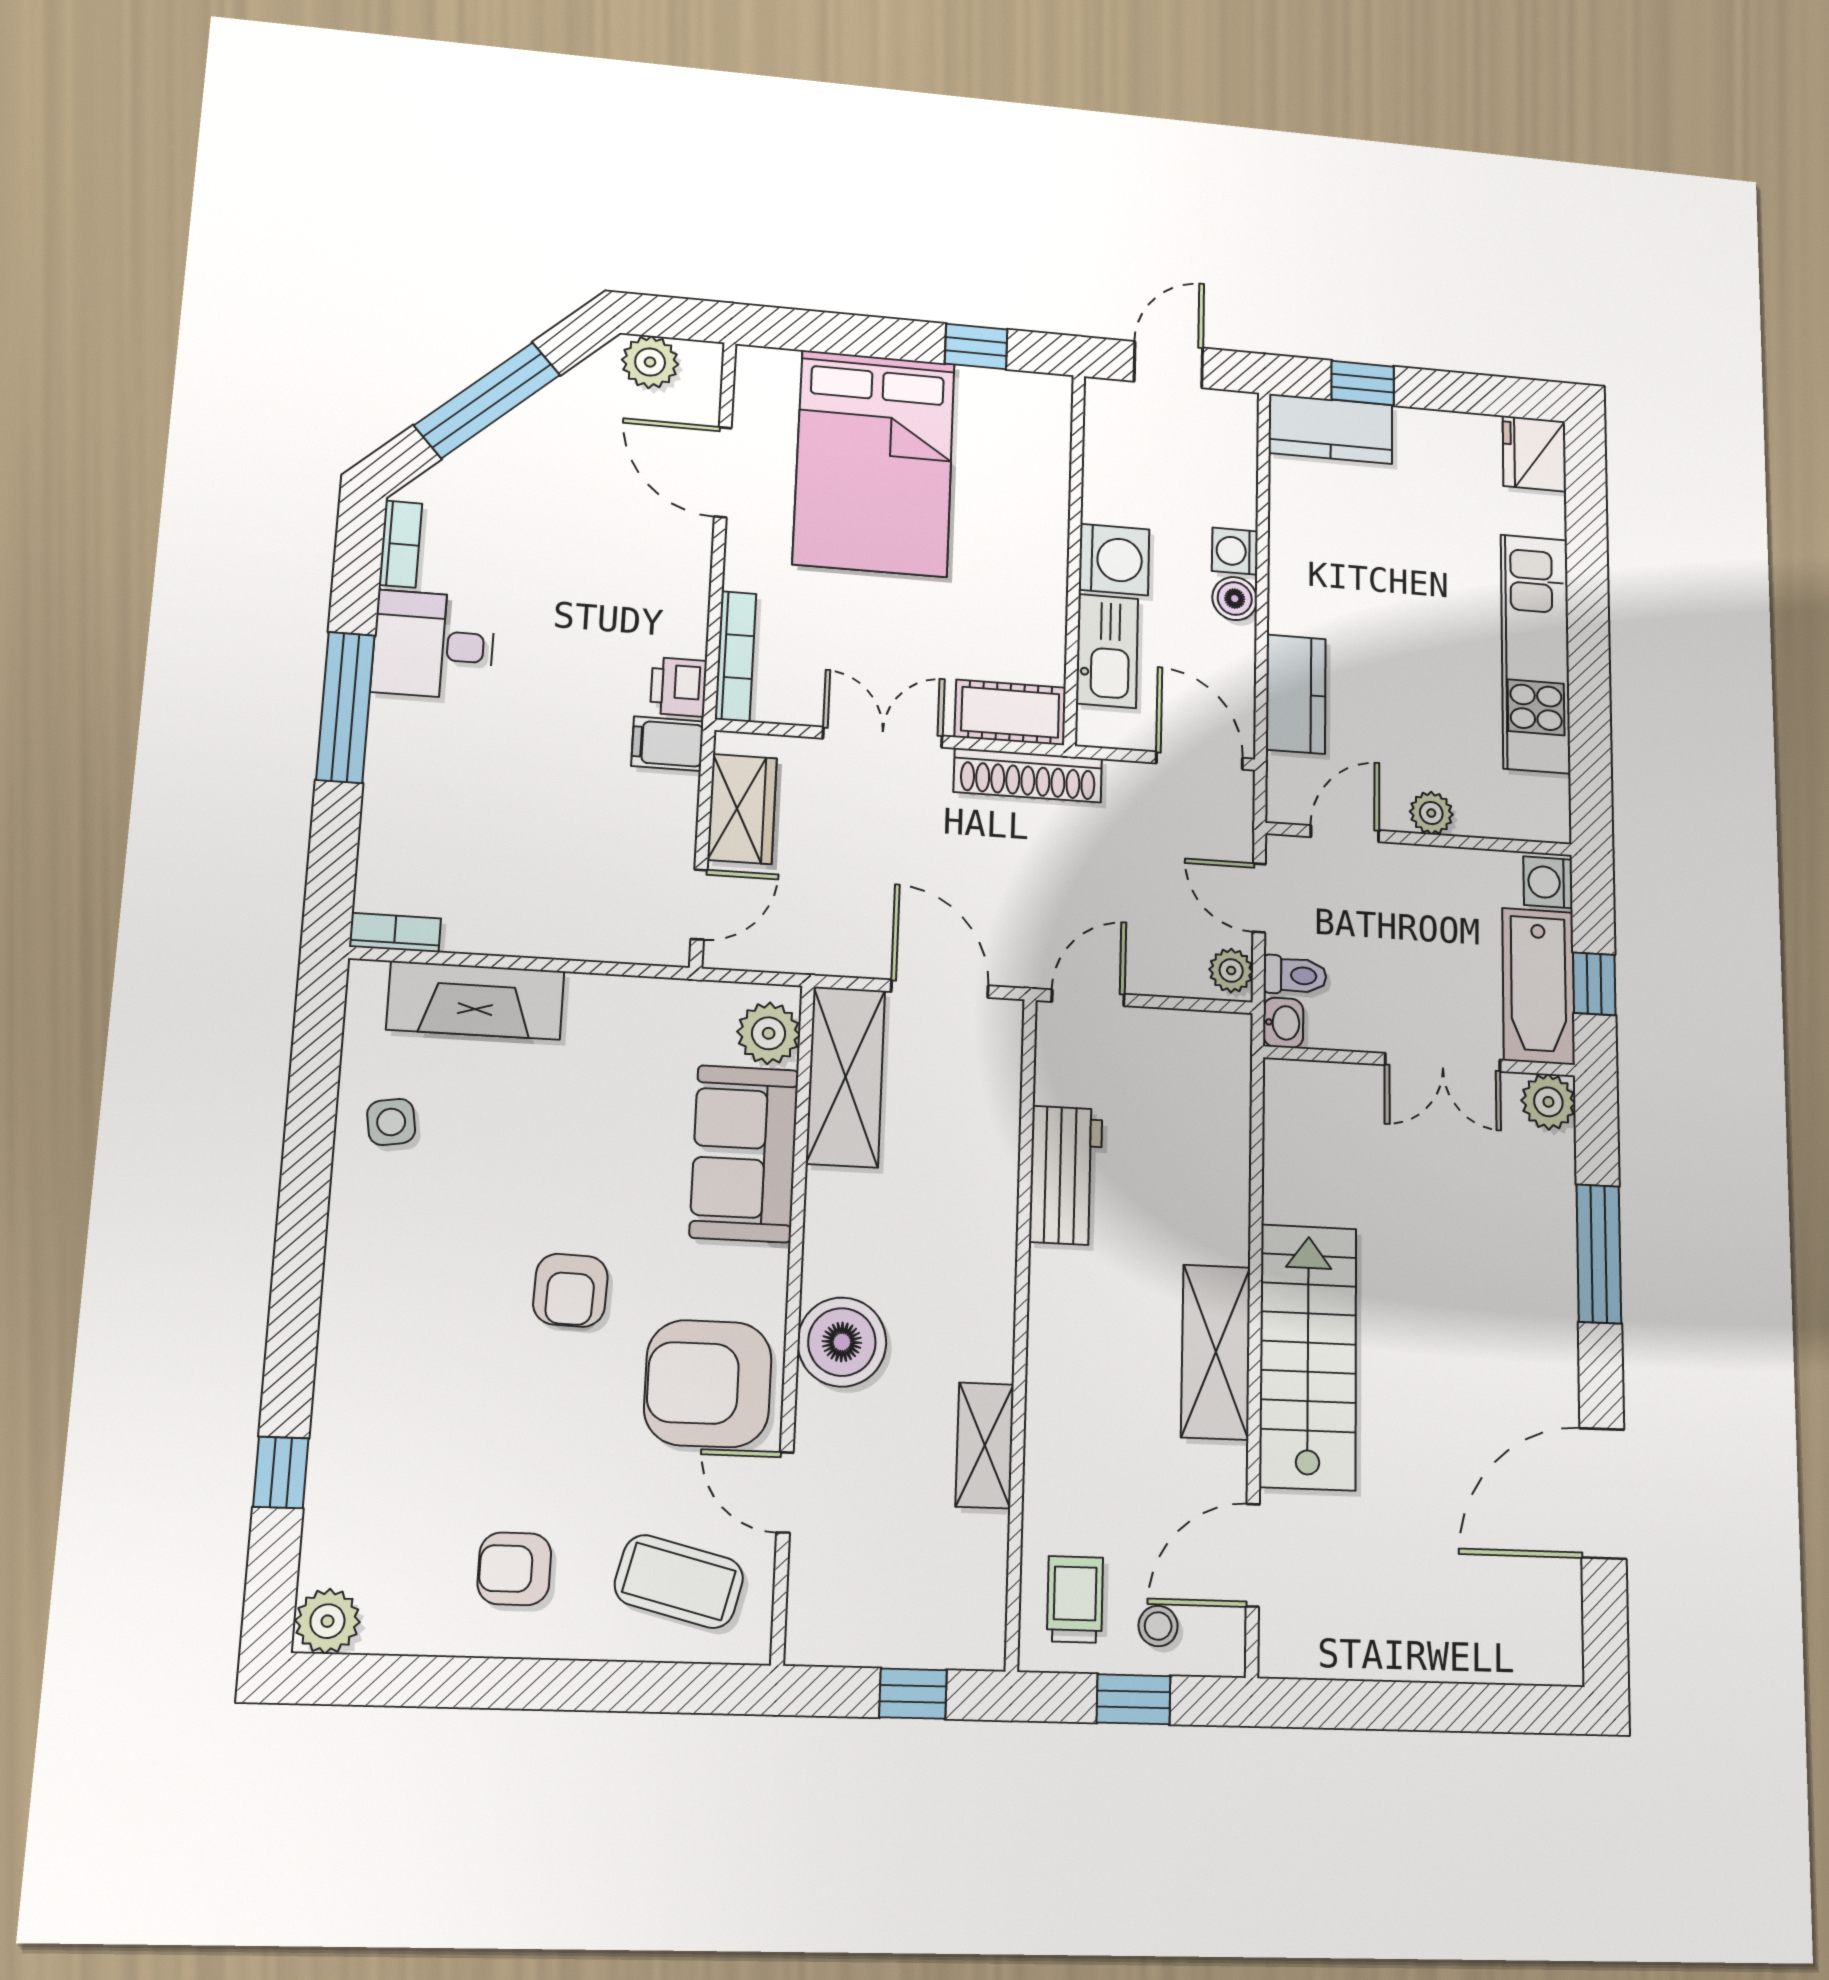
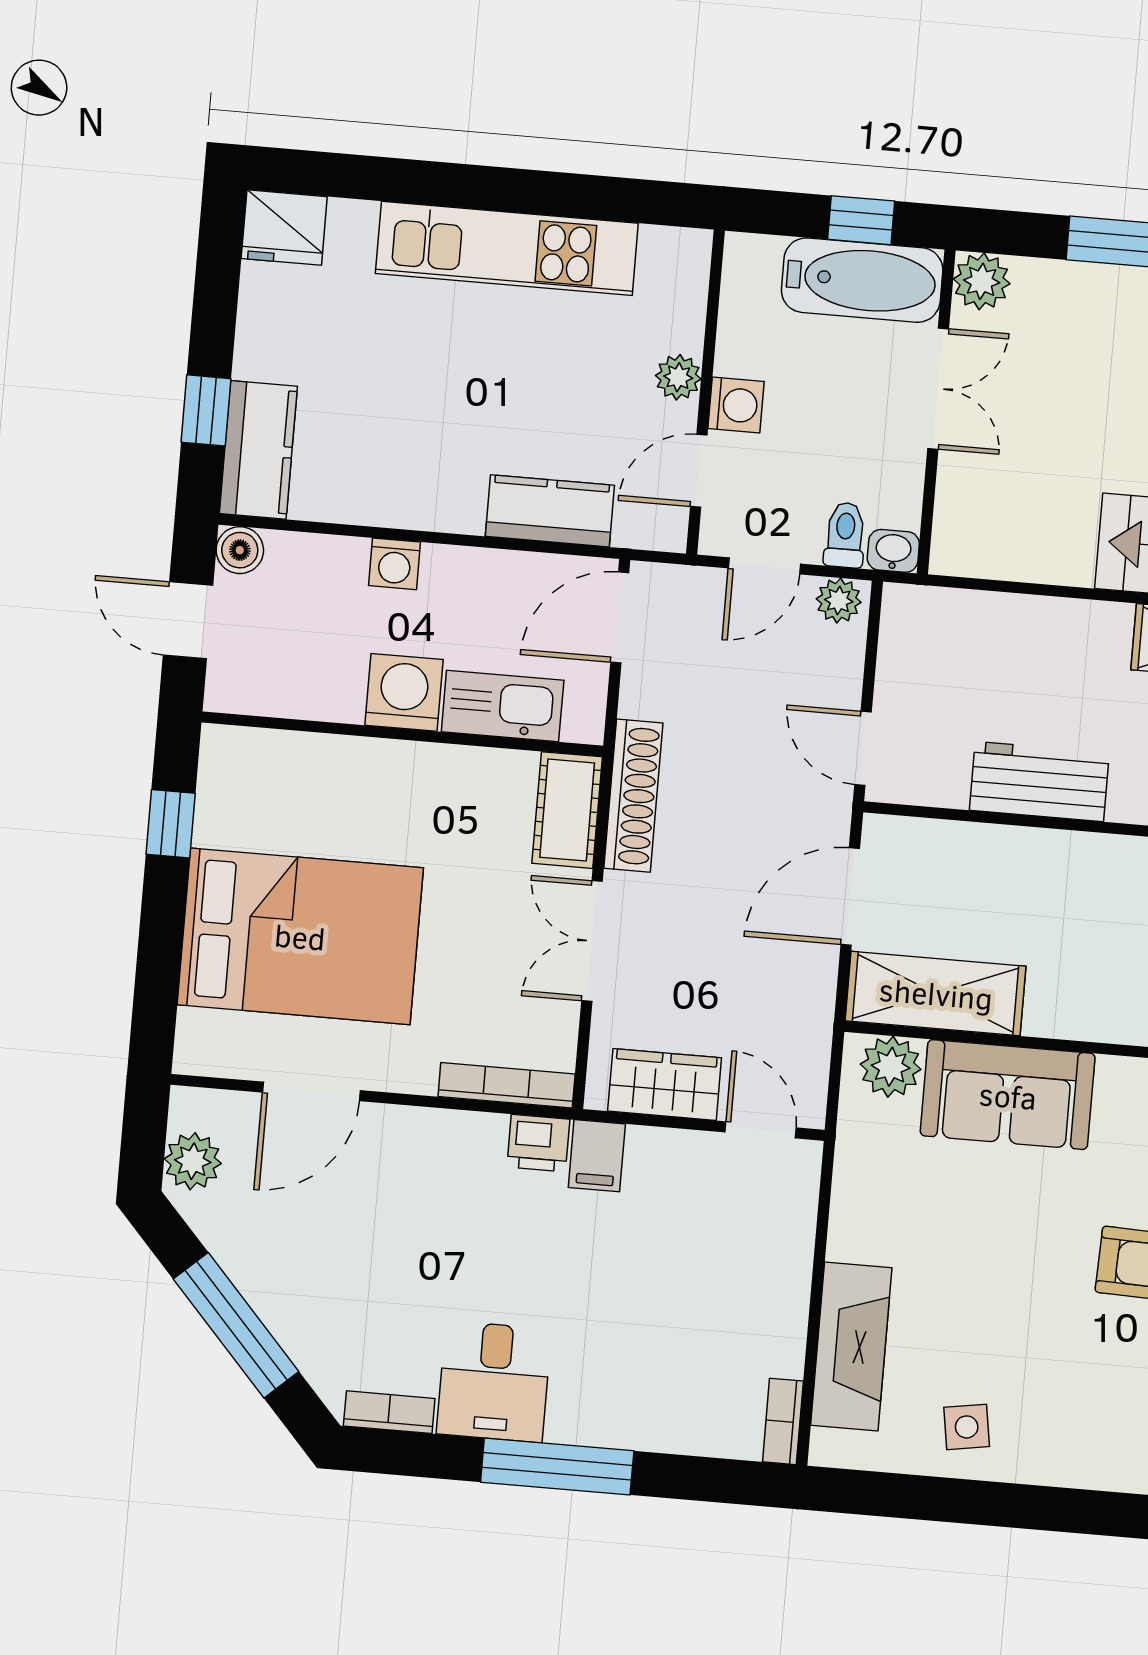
boiler: (1235, 599) -> (240, 550), moved
door: (1345, 834) -> (699, 471), hinge flipped
washing machine: (1548, 882) -> (736, 405), moved, turned -90

